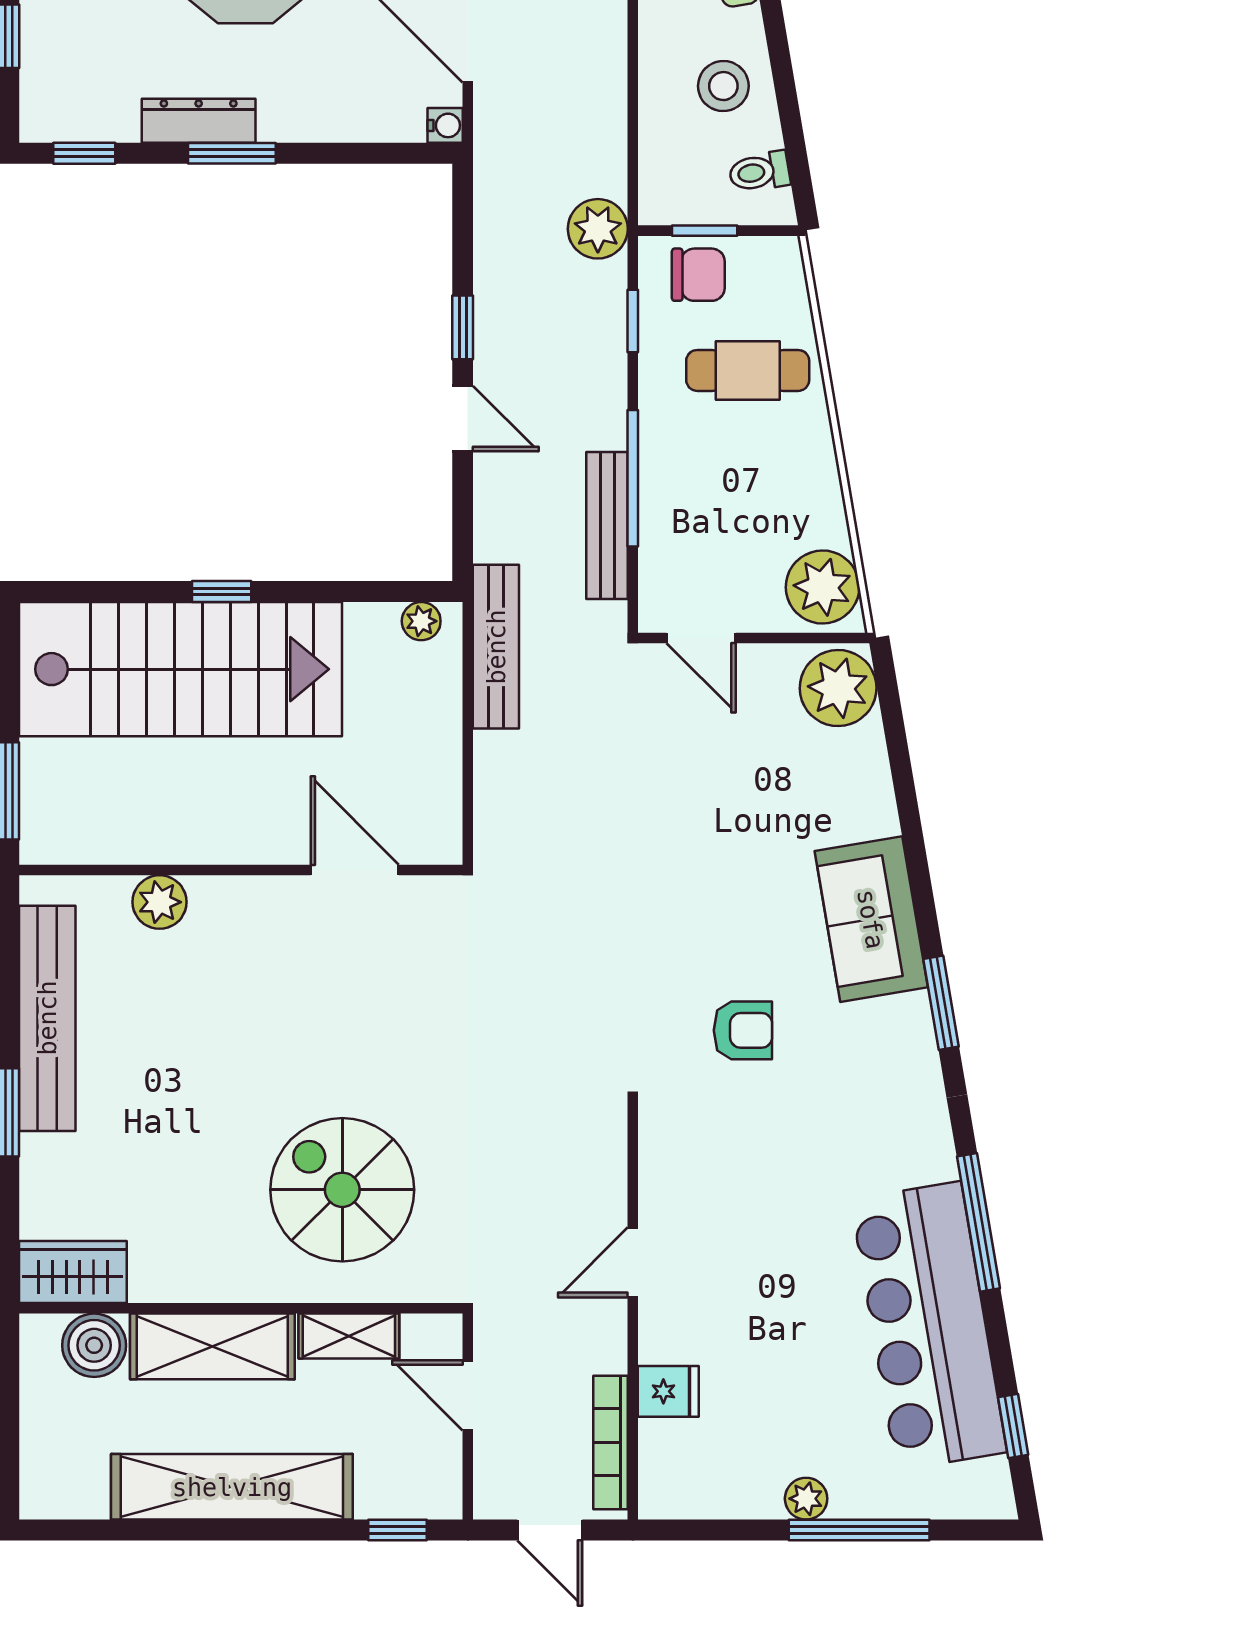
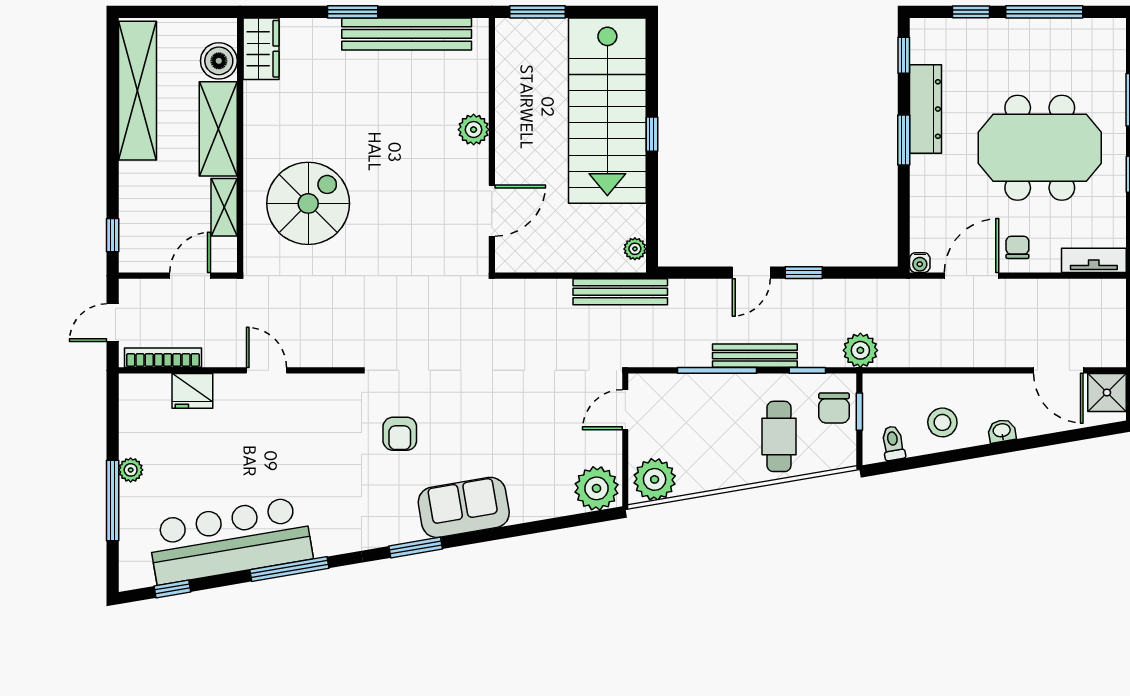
dresser: (199, 121) -> (926, 109), width x1.37, depth x1.24
bench: (607, 526) -> (755, 356), moved
plant: (160, 902) -> (474, 130), moved
fridge: (668, 1391) -> (192, 391), width x1.38
shelving: (232, 1487) -> (138, 91), moved

